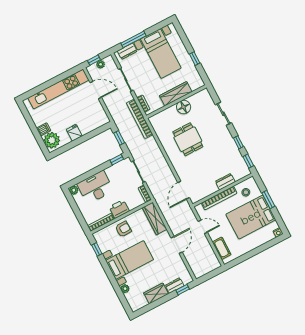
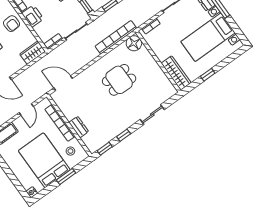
wardrobe: (176, 94) -> (176, 73), moved
floor lamp: (184, 107) -> (134, 43), moved
bookcase: (140, 119) -> (116, 37), moved
wardrobe: (155, 218) -> (33, 53), width x0.67

